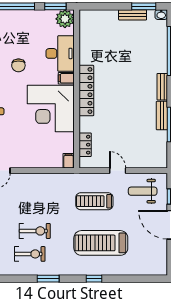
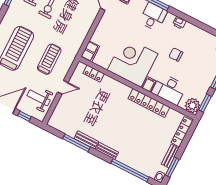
locker: (100, 16) -> (182, 132), added
locker: (86, 91) -> (149, 103), moved
filing cabinet: (69, 161) -> (90, 51), width x2.00
weight bench: (143, 191) -> (39, 98), turned -90

